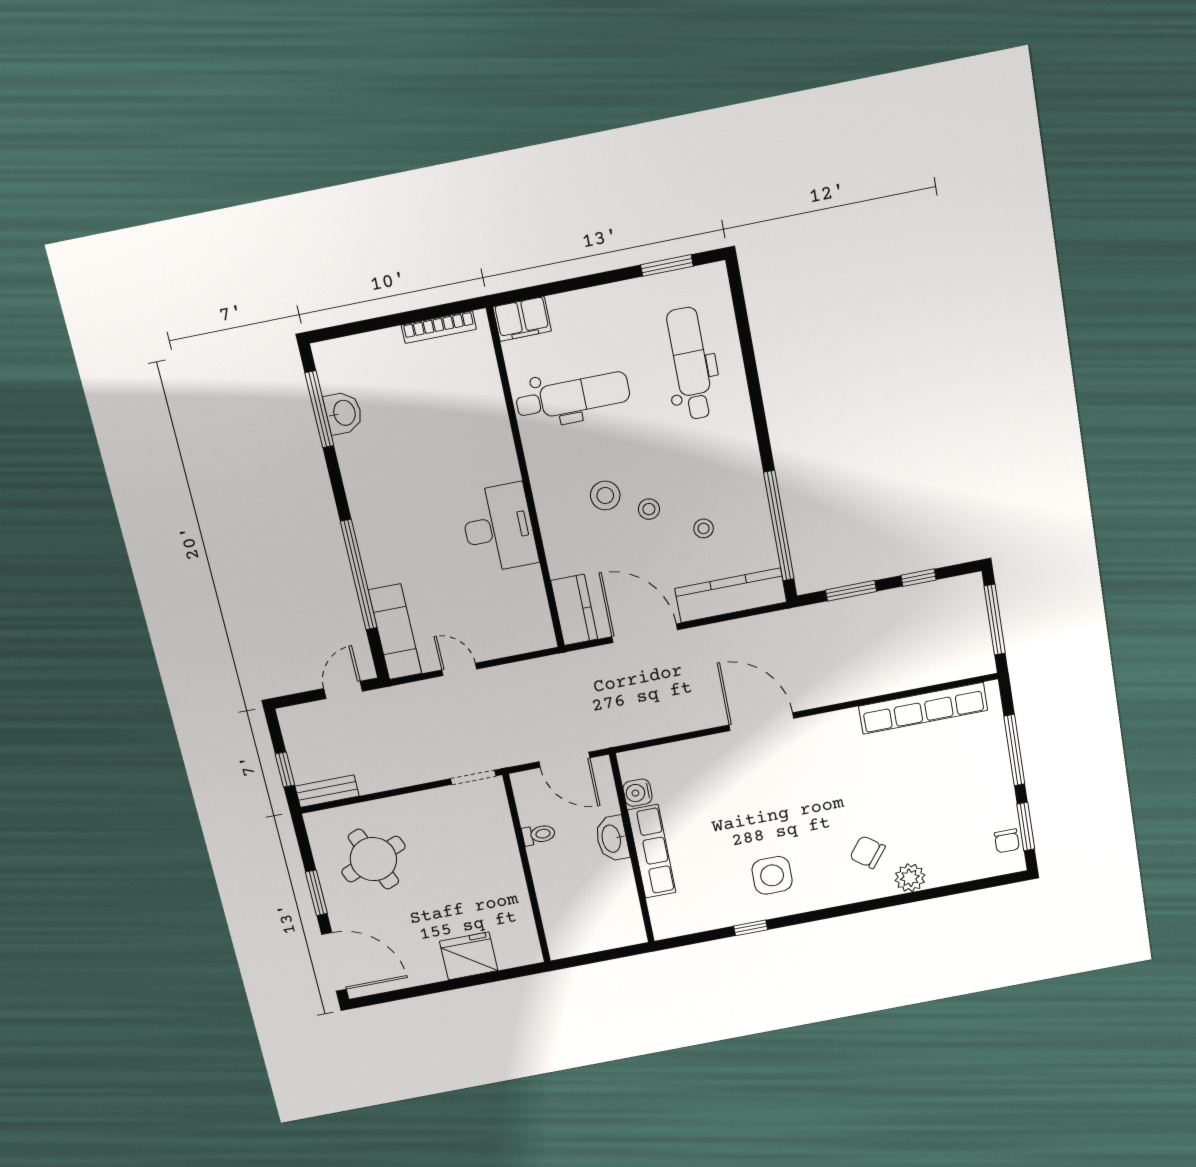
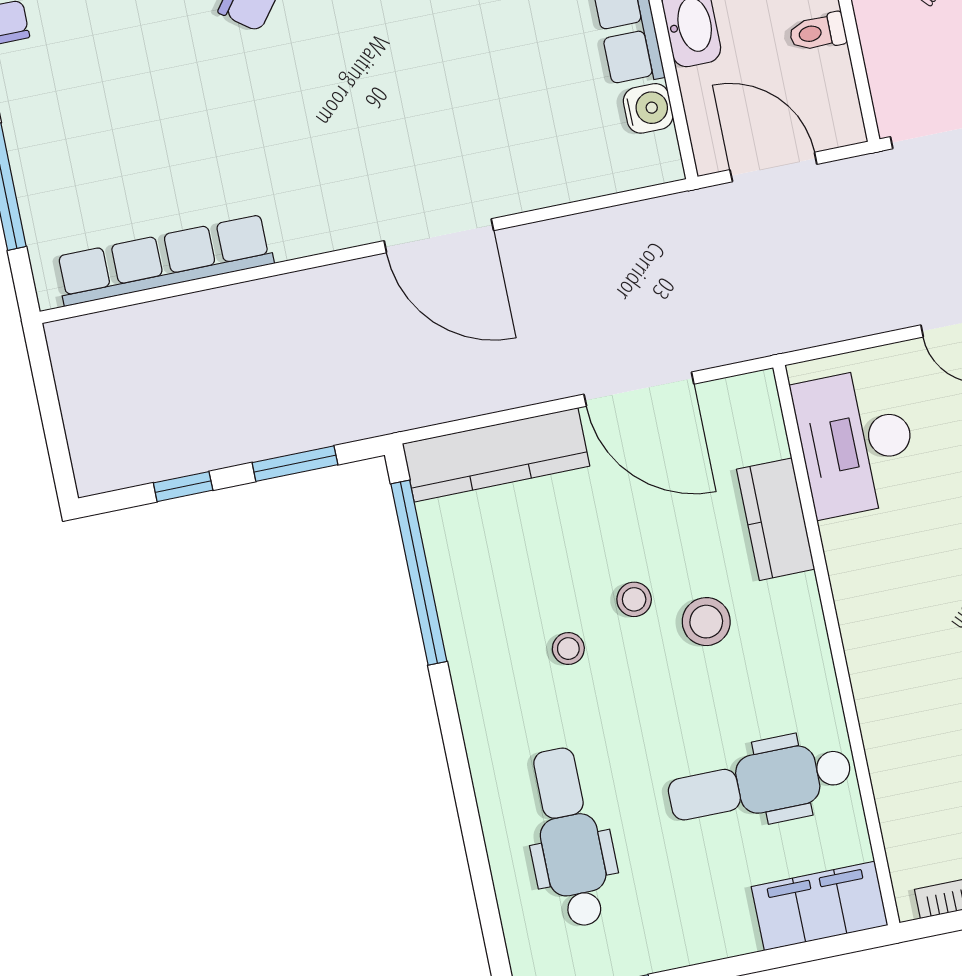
filing cabinet: (522, 319) -> (820, 906), width x1.50, depth x1.17
dental chair: (691, 364) -> (570, 837), turned 180
desk: (499, 528) -> (856, 442), moved
stool: (704, 528) -> (568, 649), moved
kitchen counter: (574, 610) -> (776, 519), moved
window: (995, 620) -> (51, 415), removed

